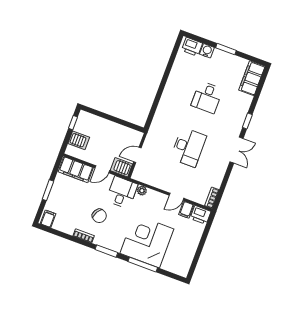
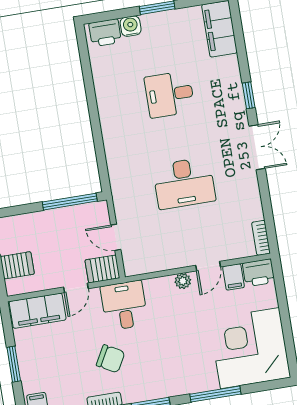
desk: (207, 97) -> (170, 94), turned 90
window: (124, 123) -> (70, 202), added
desk: (188, 147) -> (184, 183), turned 90
door: (137, 155) -> (116, 237), hinge flipped
plant: (142, 191) -> (183, 281), moved
corner desk: (147, 241) -> (250, 348), moved

